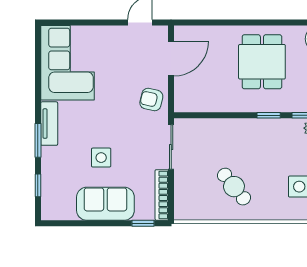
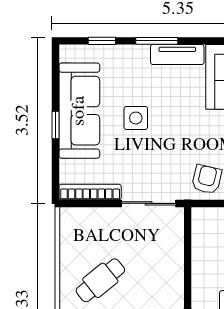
sofa: (105, 204) -> (79, 111), width x1.36
window: (143, 223) -> (56, 125), moved

